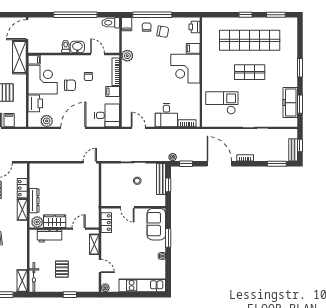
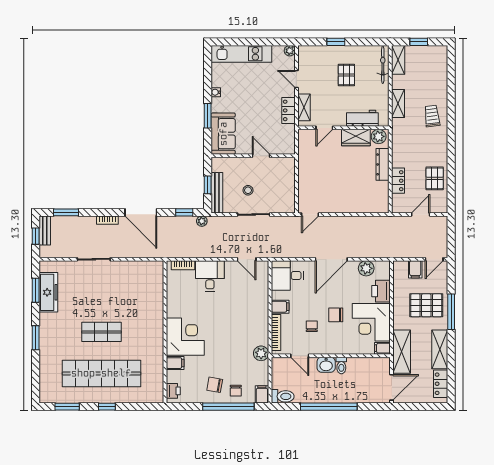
checkout: (222, 103) -> (138, 292), removed
shelving: (22, 210) -> (398, 103), moved
locker: (106, 223) -> (288, 110), moved

